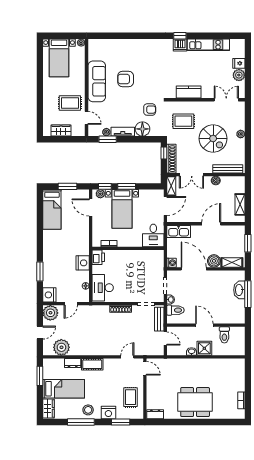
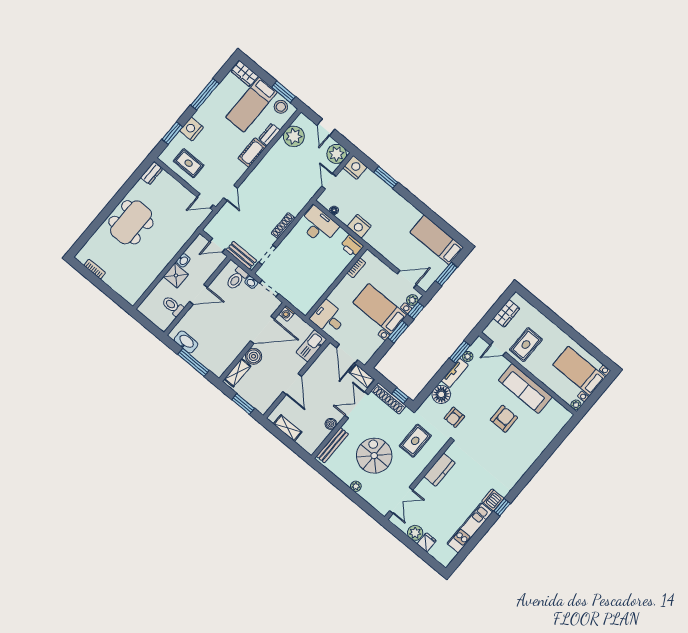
spiral stairs: (213, 138) -> (374, 456), turned 90
washbasin: (239, 290) -> (186, 342), moved
stool: (88, 410) -> (281, 107), moved

